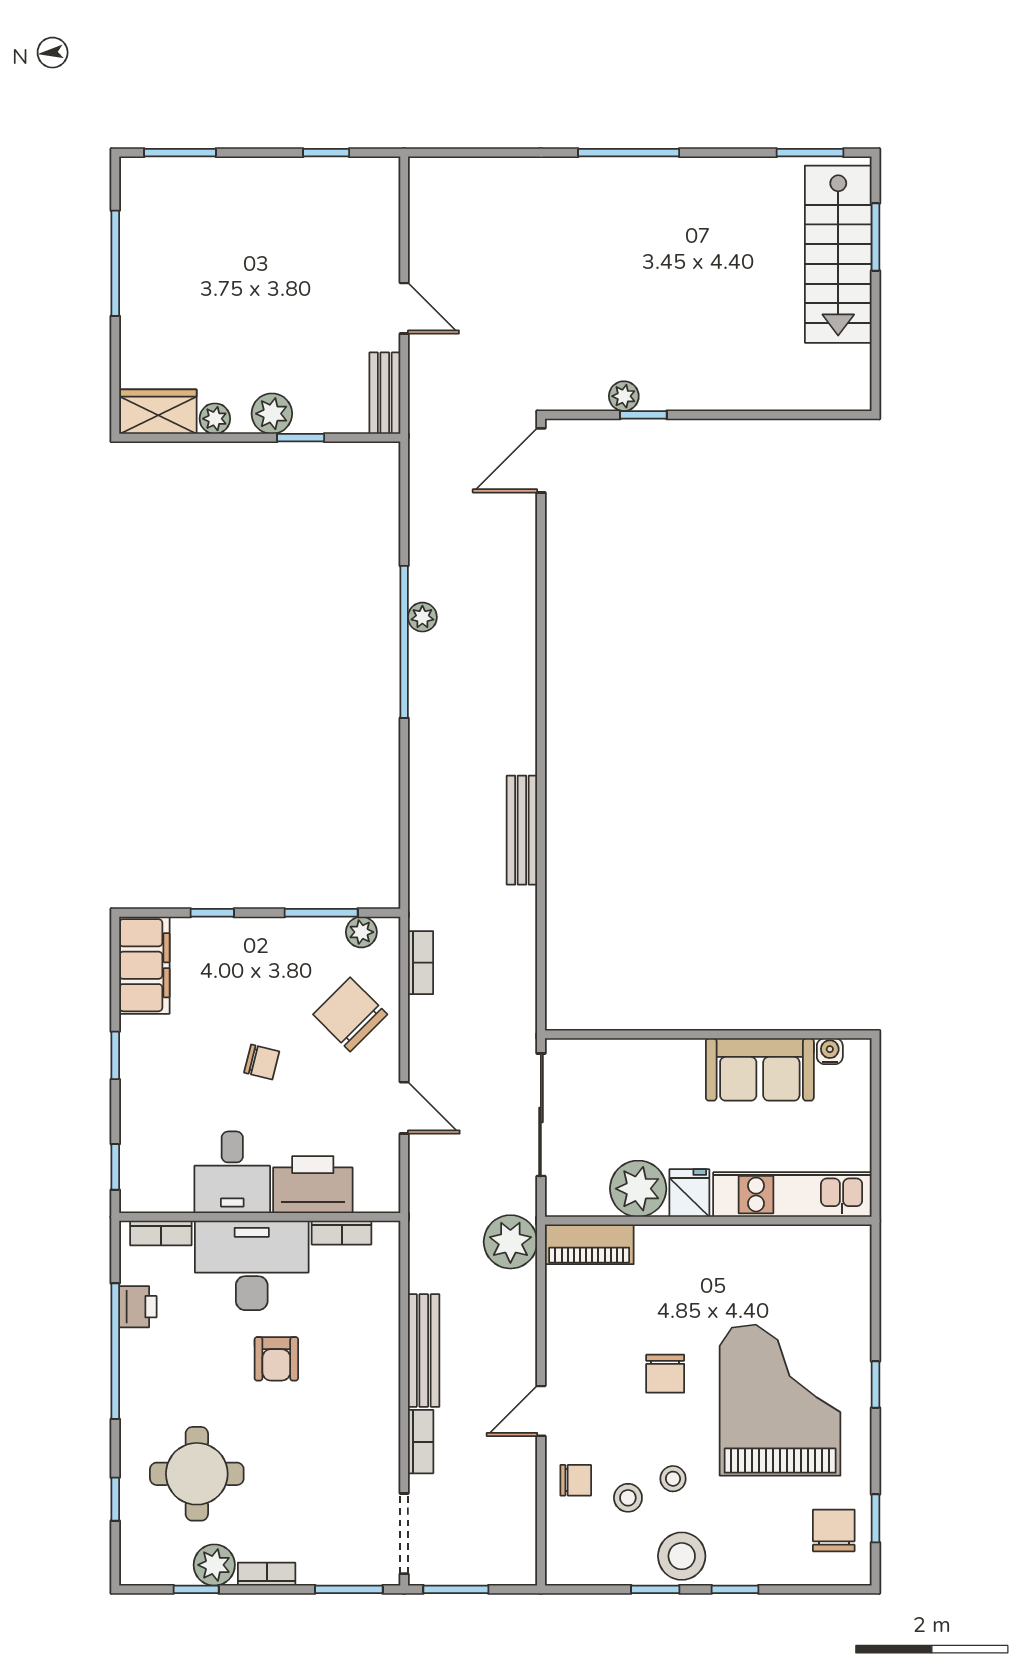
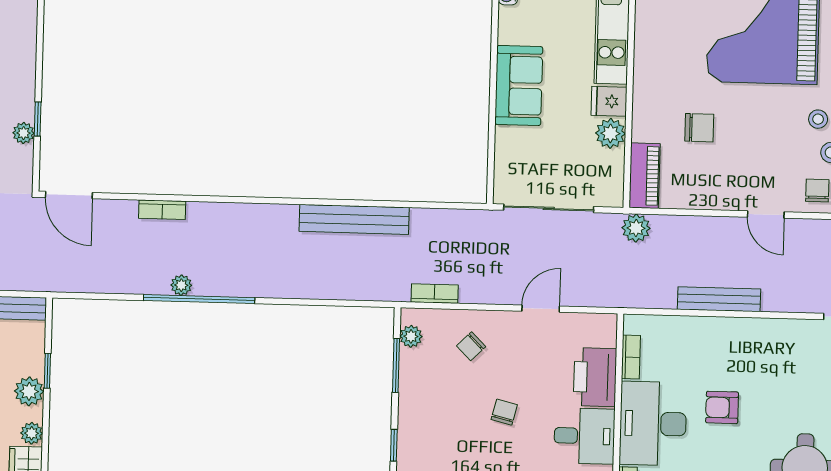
bench: (522, 830) -> (354, 219), width x1.37, depth x1.21
chair: (350, 1014) -> (471, 346), width x0.54, depth x0.54
sofa: (760, 1069) -> (519, 86), moved
plant: (638, 1189) -> (610, 133), width x0.73, depth x0.73
plant: (510, 1242) -> (636, 228), width x0.73, depth x0.73
armchair: (276, 1359) -> (722, 407), turned 180
chair: (665, 1374) -> (699, 128), moved
bookcase: (421, 1442) -> (162, 210), moved, turned 180

